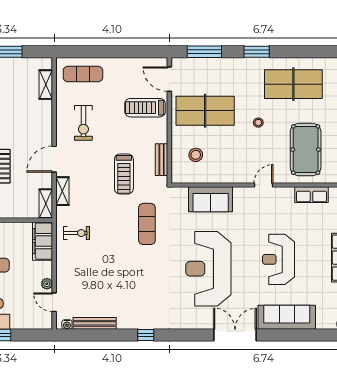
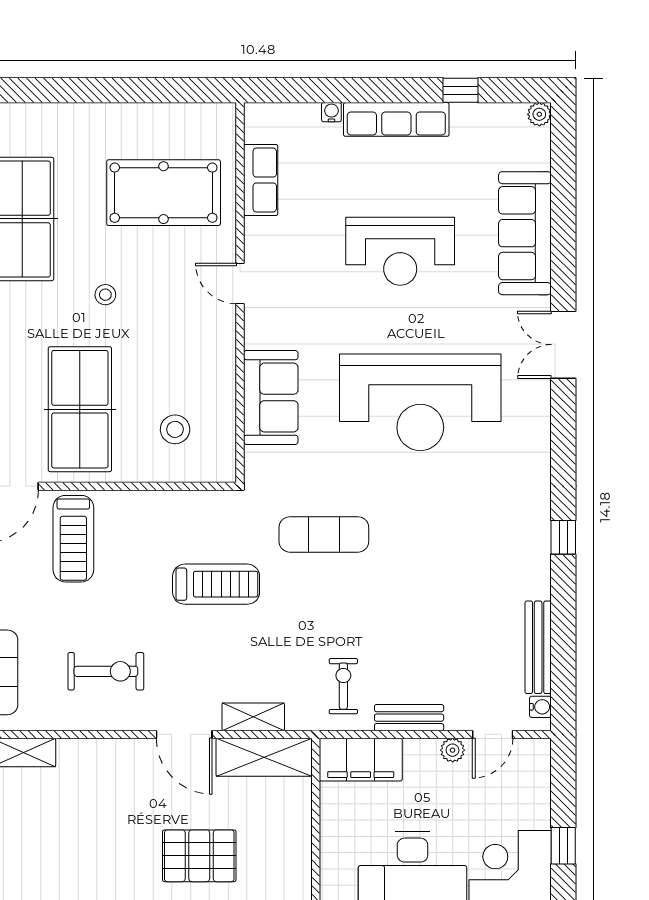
bench: (162, 160) -> (409, 718), moved
shelving: (46, 204) -> (264, 757), width x1.50, depth x1.33
double door: (235, 335) -> (563, 345), width x0.73

